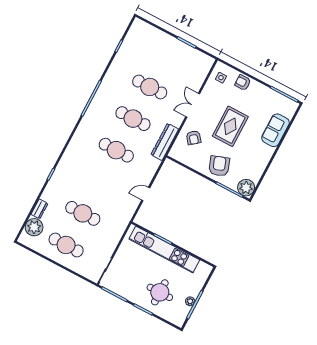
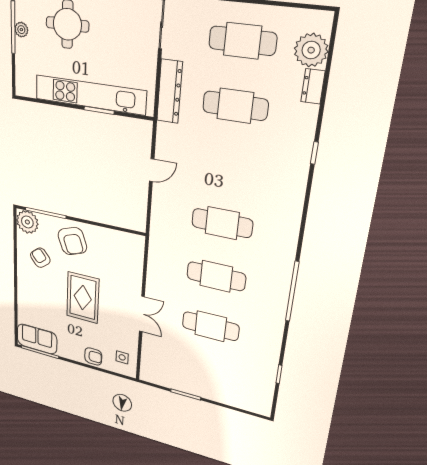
sofa: (275, 130) -> (37, 339), moved, turned -90
armchair: (194, 138) -> (40, 258), moved
dresser: (165, 142) -> (170, 91), moved

